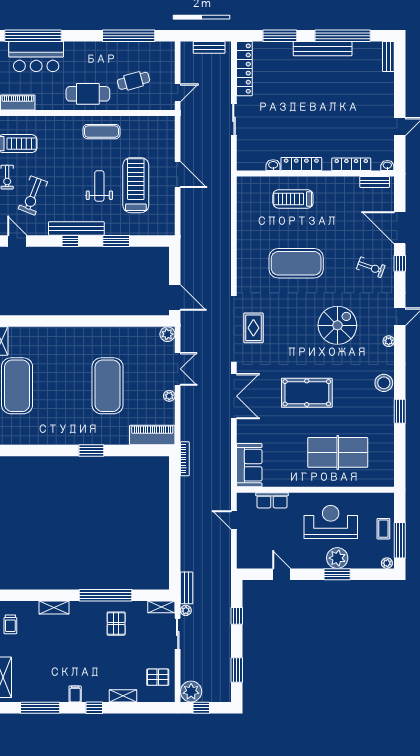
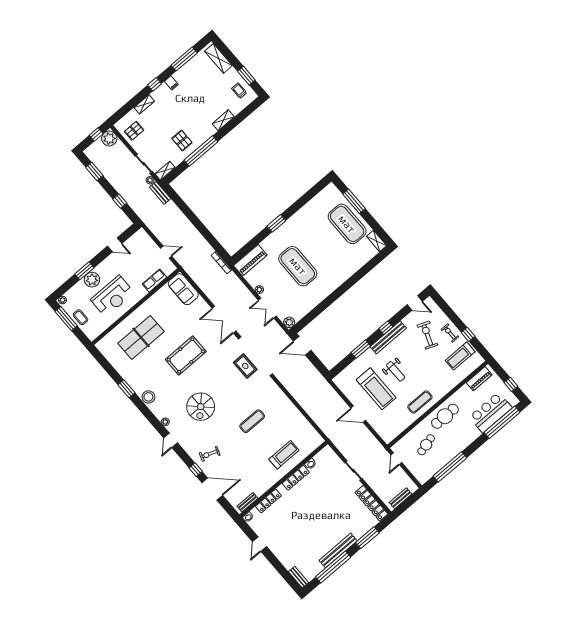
exercise mat: (296, 263) -> (252, 421), width x0.50, depth x0.69

